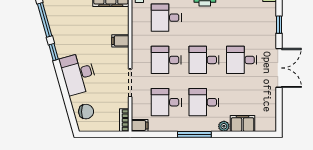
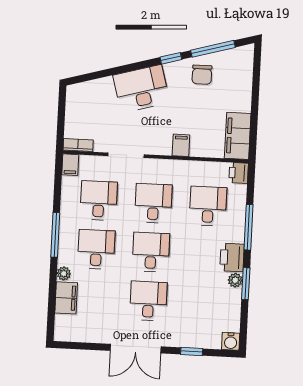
chair: (86, 112) -> (202, 75), moved

